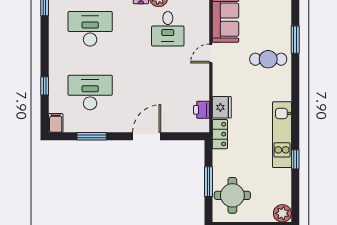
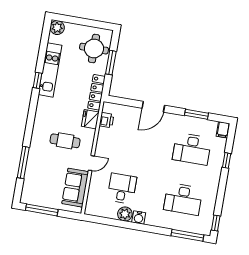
window: (295, 40) -> (23, 162), width x1.44
cafe table: (268, 59) -> (65, 141), moved
locker: (220, 134) -> (96, 92), width x1.53
kitchen unit: (282, 135) -> (50, 70), moved
window: (295, 159) -> (38, 80), moved

